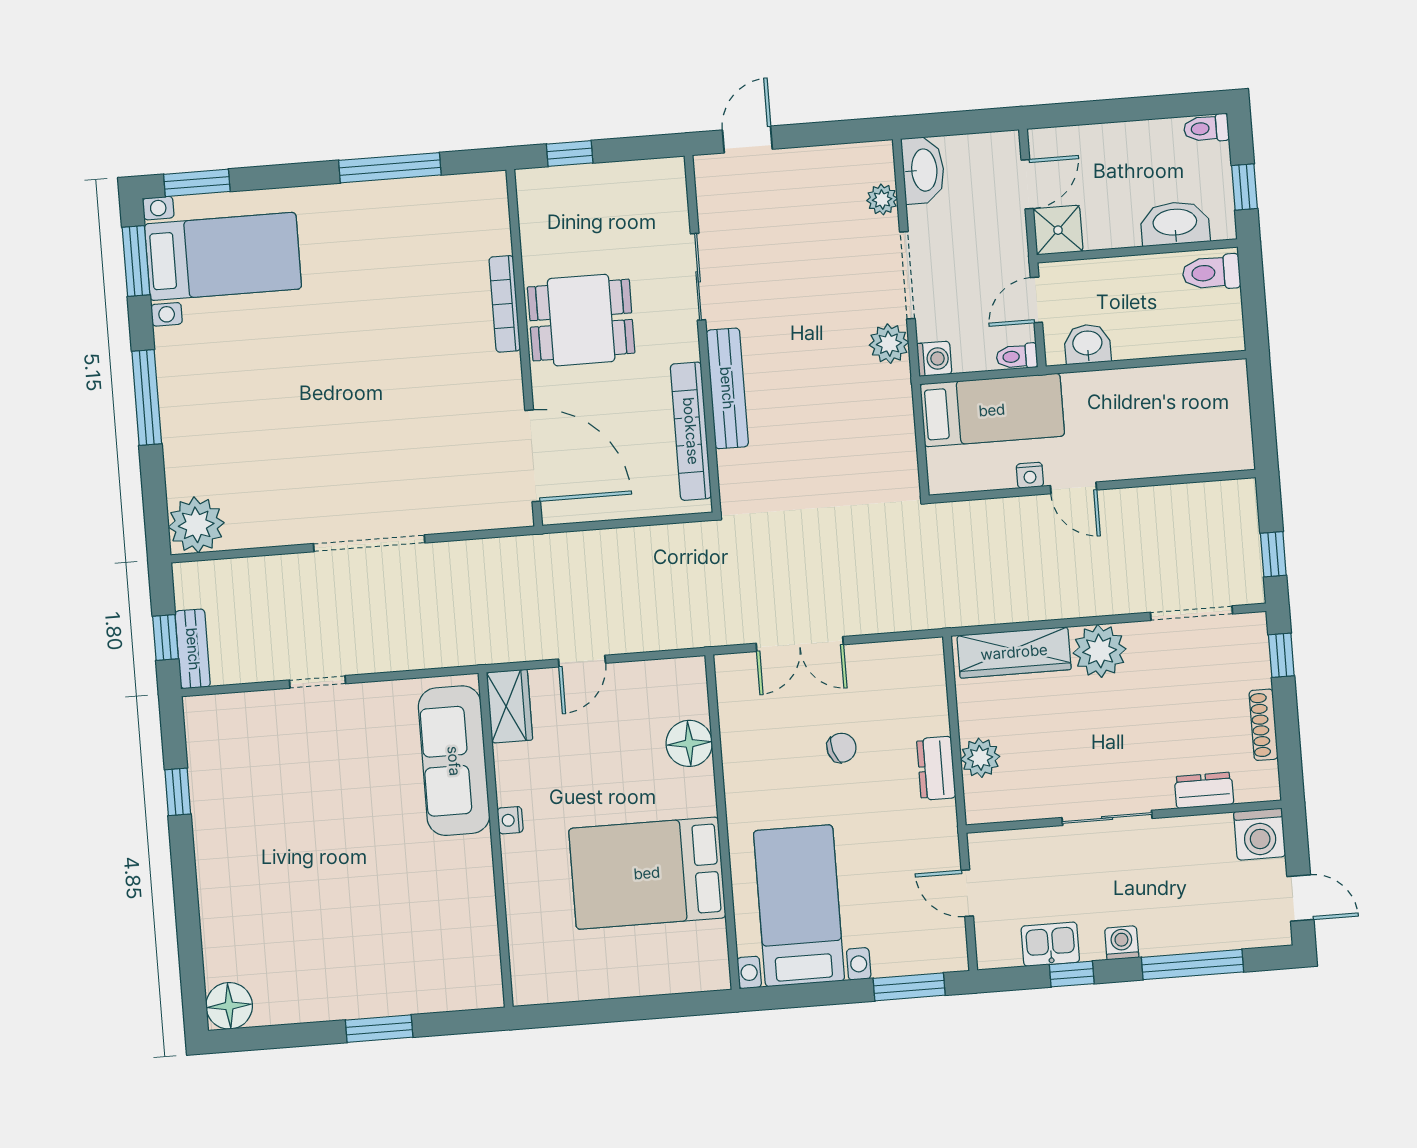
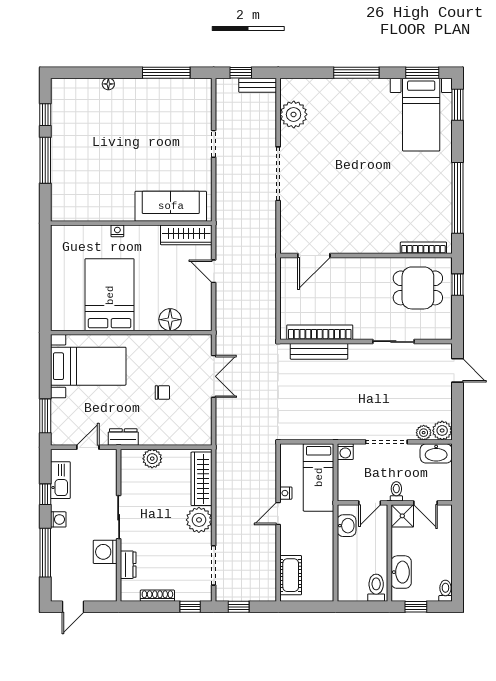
window: (390, 168) -> (457, 198), width x1.46
door: (1036, 300) -> (370, 503), swing flipped
bookcase: (505, 304) -> (423, 248), moved
dining table: (581, 320) -> (418, 288), moved, turned 90
plant: (889, 344) -> (442, 430), moved
toilet: (1017, 356) -> (396, 491), moved
bench: (727, 388) -> (319, 351), moved
cot: (1199, 452) -> (291, 575), added
door: (533, 456) -> (314, 255), width x0.73
plant: (196, 525) -> (294, 114), moved
double door: (800, 644) -> (214, 376), swing flipped
bench: (193, 649) -> (258, 85), moved
wardrobe: (509, 706) -> (186, 235), width x1.50
chair: (842, 748) -> (162, 392), turned -72
dresser: (936, 768) -> (123, 437), moved
window: (178, 792) -> (166, 73), width x2.17
nightstand: (510, 820) -> (117, 231), moved
washing machine: (1260, 834) -> (105, 552), moved
kitchen sink: (1050, 944) -> (60, 480), width x1.38
floor lamp: (229, 1006) -> (108, 84), moved, width x0.53, depth x0.53
window: (379, 1029) -> (45, 160), width x1.44
window: (285, 1036) -> (45, 115), added

